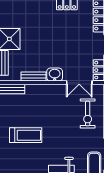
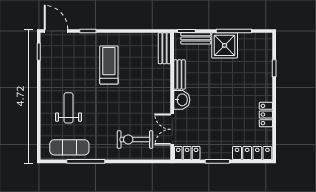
treadmill: (26, 135) -> (109, 65), turned 180

